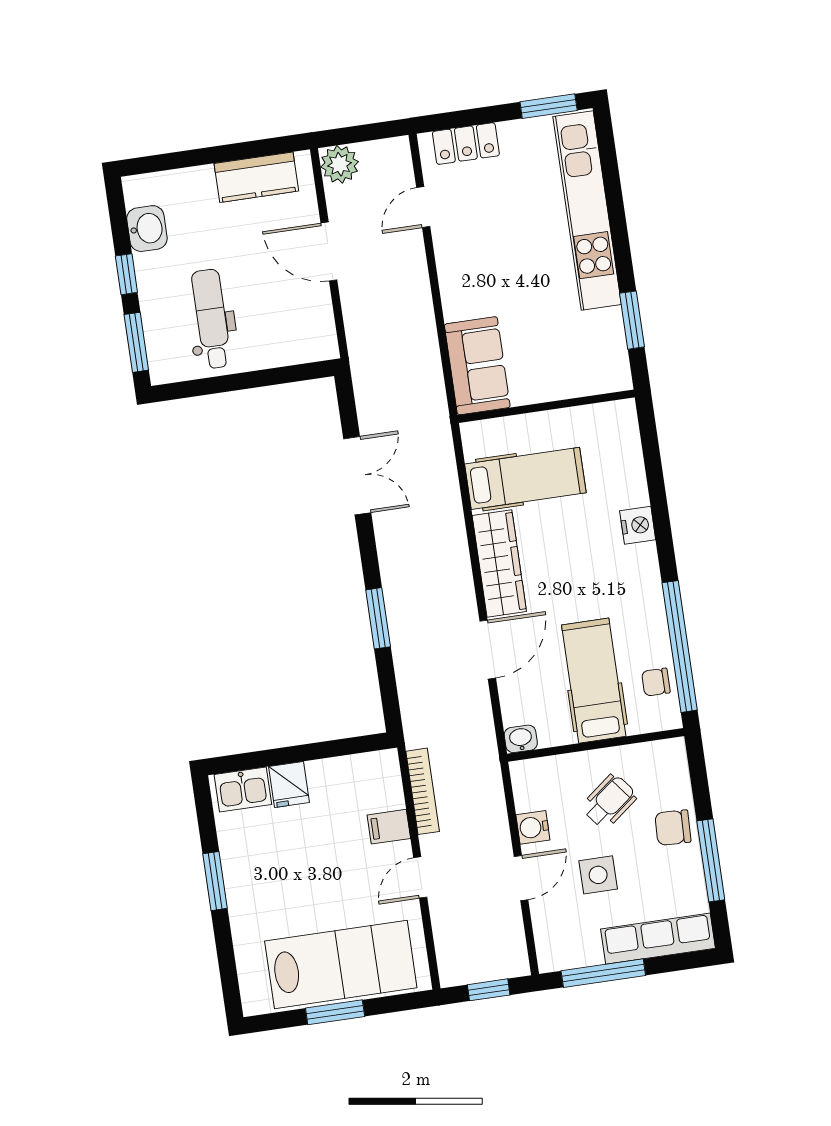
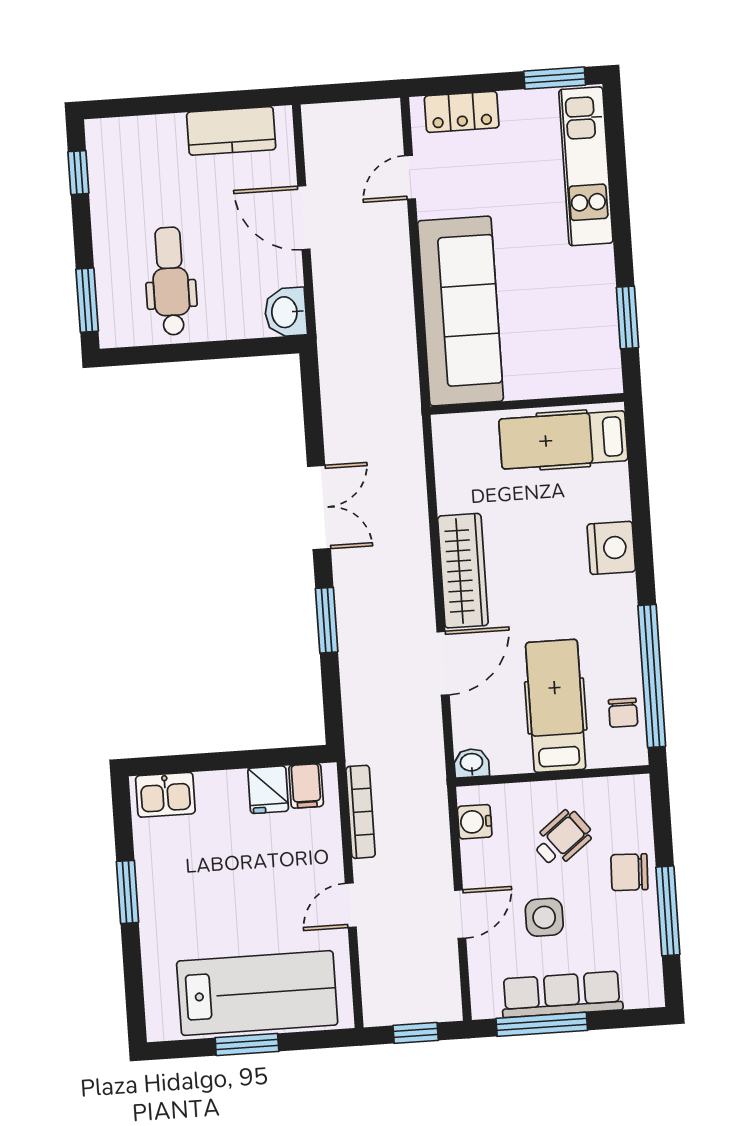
plant: (340, 164) -> (323, 124), removed
kitchen unit: (587, 211) -> (586, 166), width x0.73
washbasin: (147, 229) -> (286, 312), moved, turned 180
window: (126, 274) -> (78, 173), moved
sofa: (477, 366) -> (460, 311), width x1.85, depth x1.27
double door: (357, 476) -> (319, 507), moved
hospital bed: (525, 478) -> (563, 440), moved, turned 180
nightstand: (638, 525) -> (611, 548), width x1.36, depth x1.33
chair: (656, 682) -> (623, 713), turned -90
fridge: (289, 785) -> (268, 790), moved
filing cabinet: (389, 827) -> (306, 786), moved, turned -90
water cooler: (533, 827) -> (475, 822), moved
row of seats: (658, 939) -> (562, 994), moved

